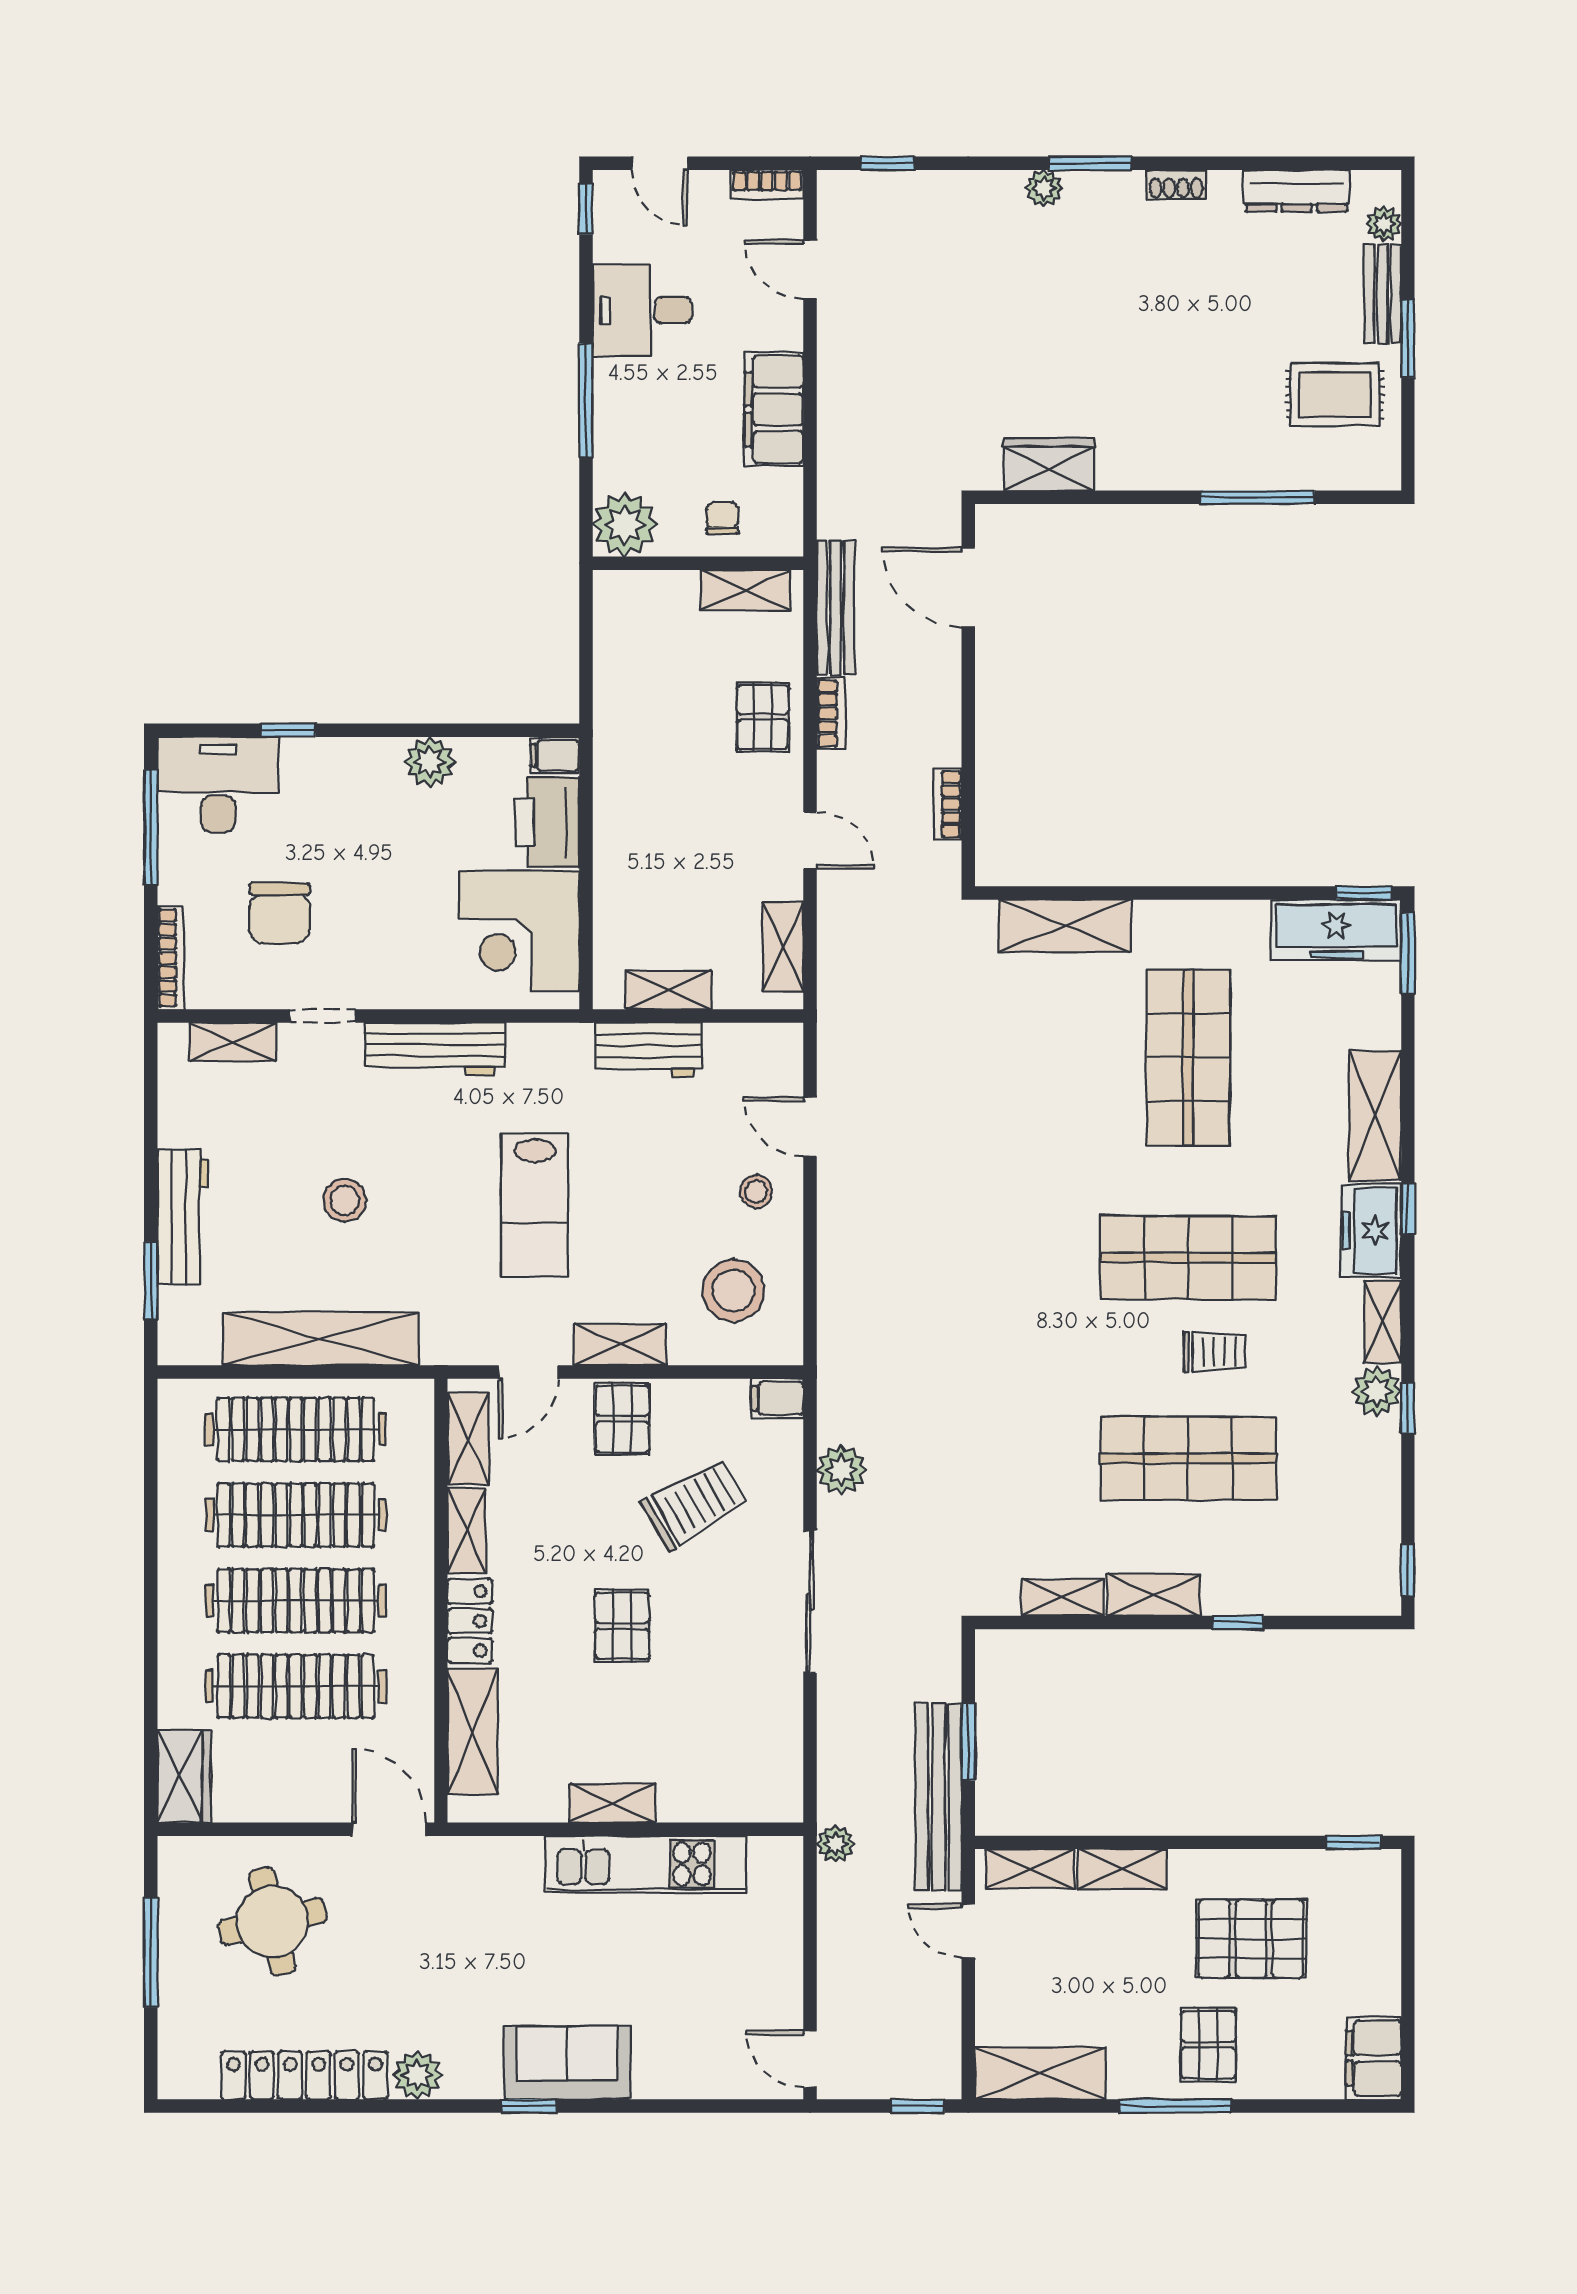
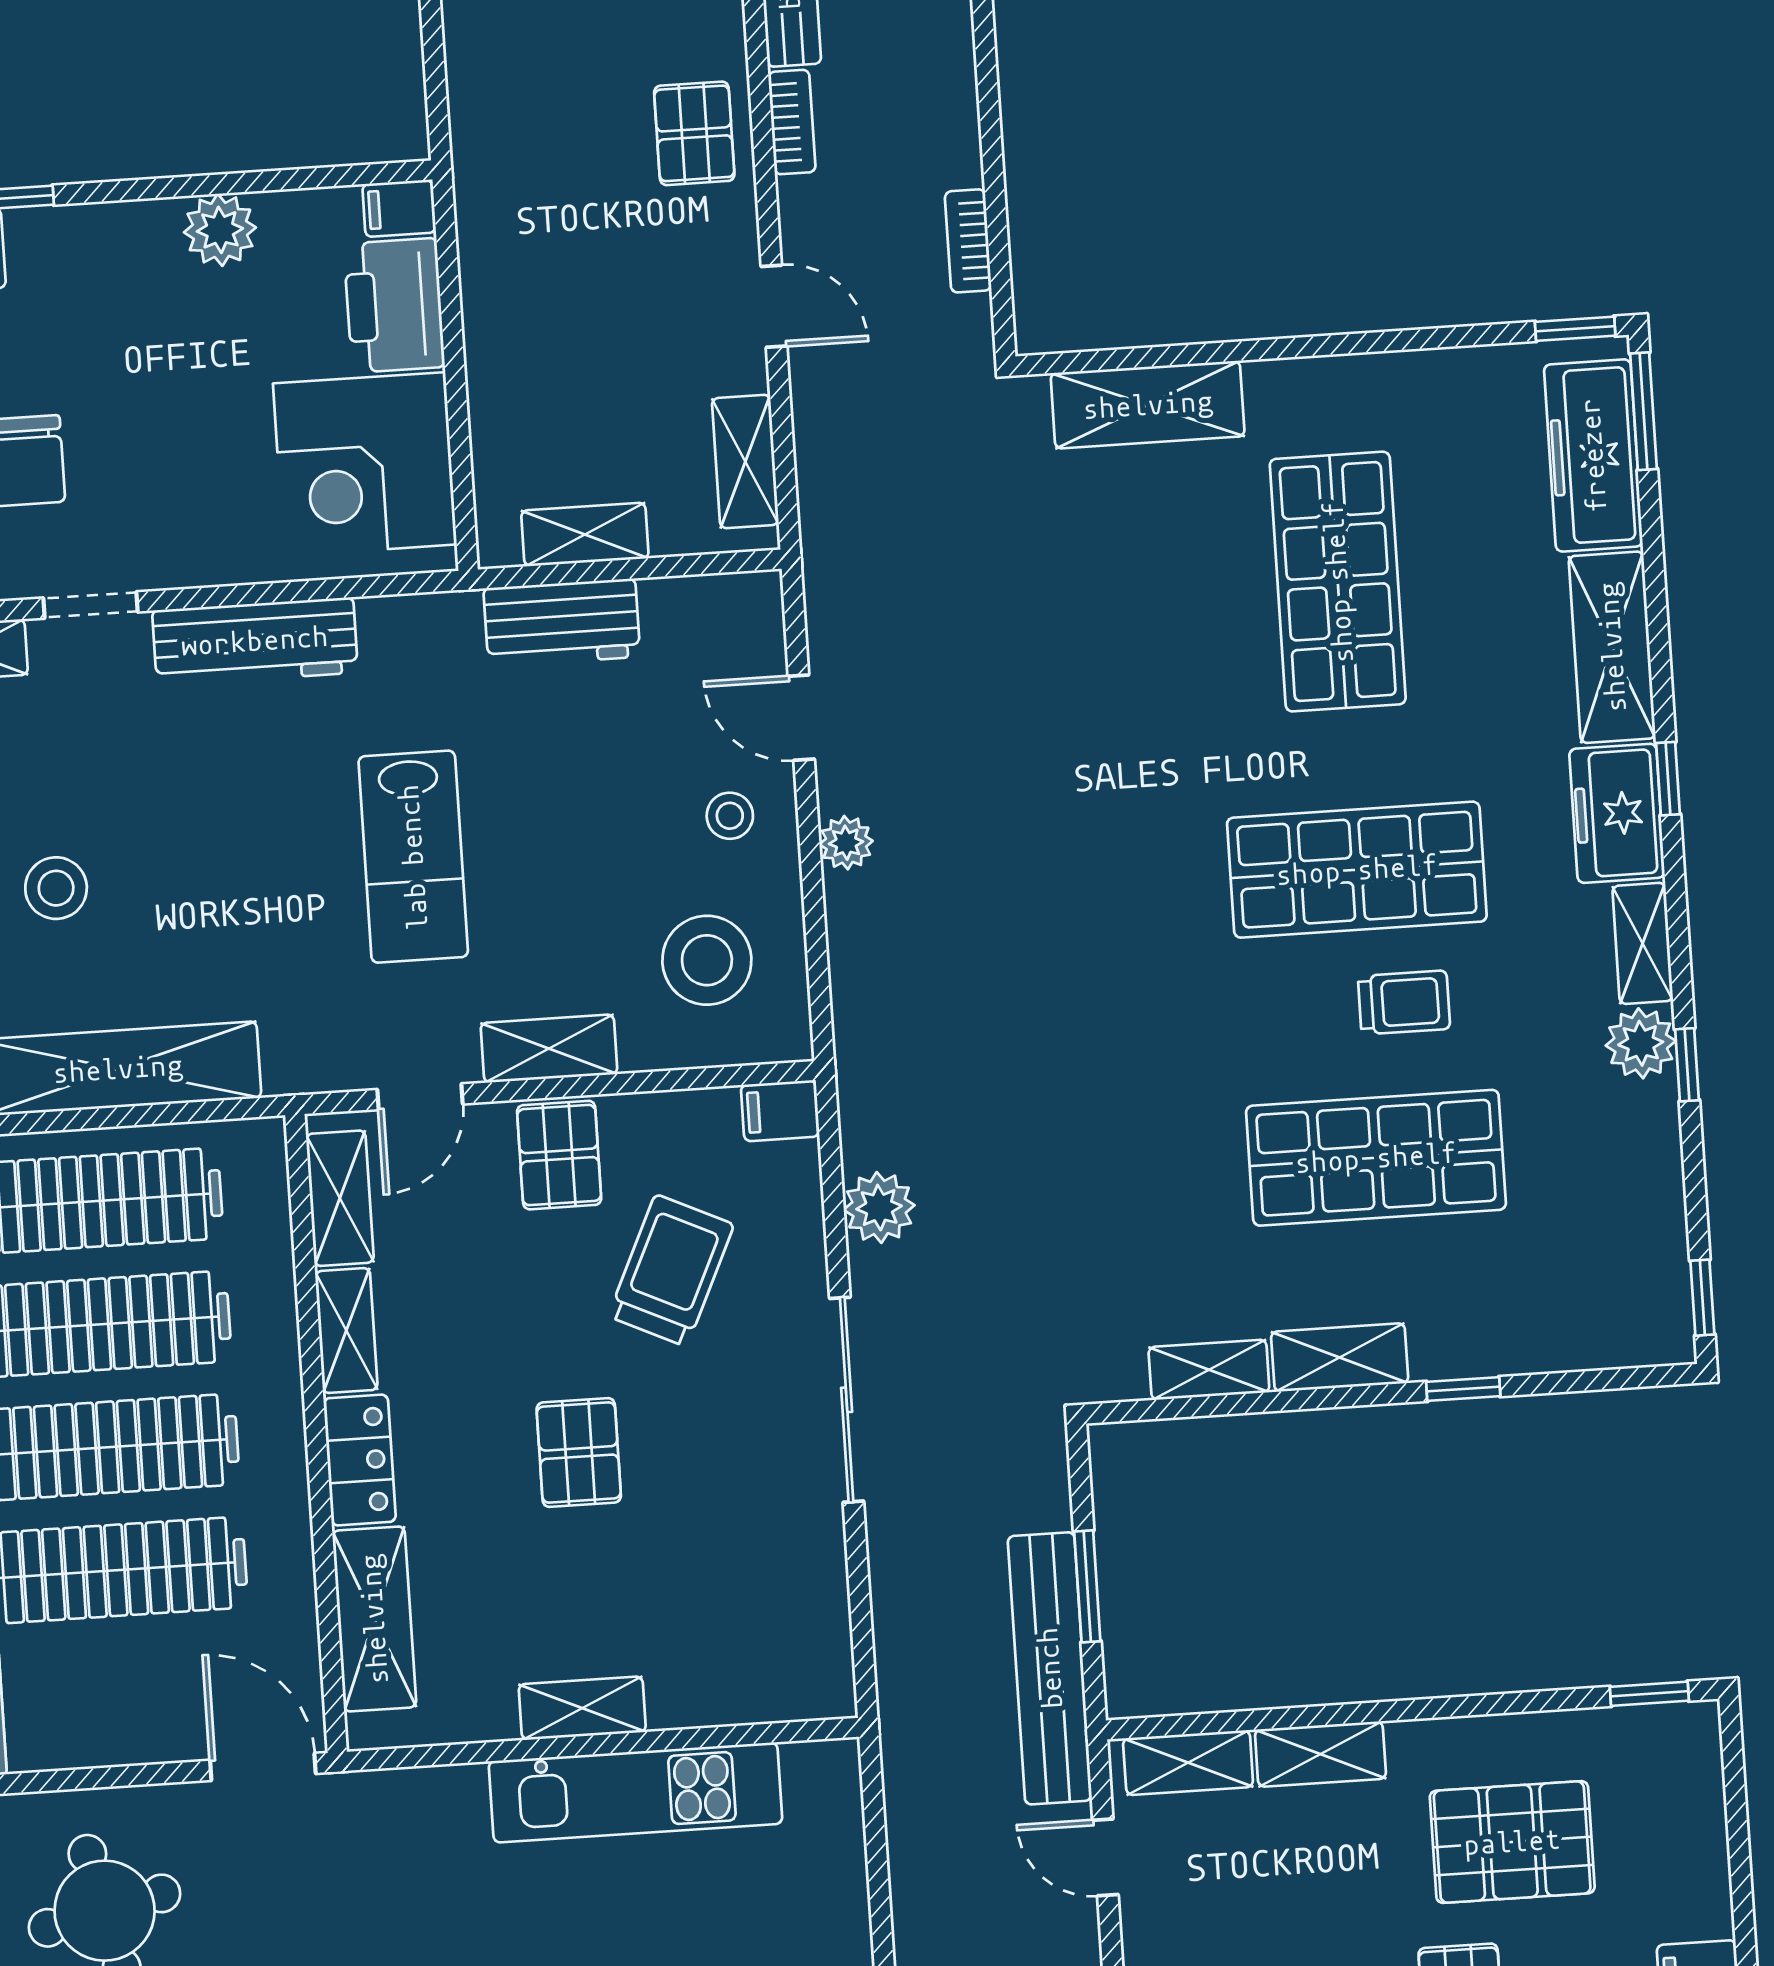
freezer: (1336, 930) -> (1593, 455), moved, turned 90
stool: (345, 1200) -> (56, 888), moved
trolley: (694, 1504) -> (671, 1270), turned -35
plant: (835, 1844) -> (846, 843), moved

